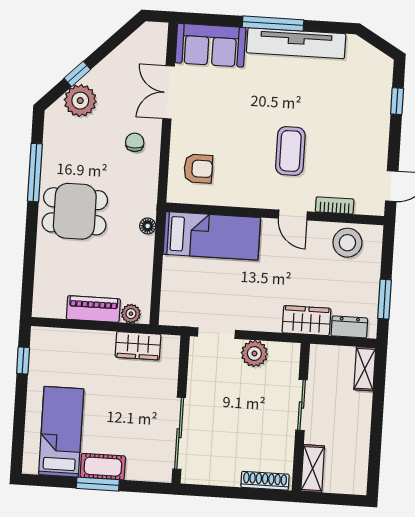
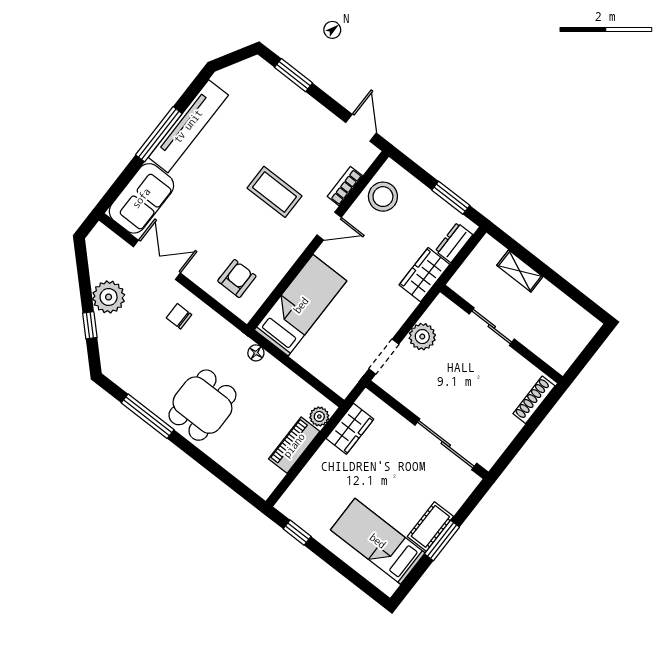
double door: (169, 92) -> (157, 260), swing flipped
plant: (80, 101) -> (109, 297), moved
window: (397, 101) -> (293, 75), width x1.50
shelving: (365, 369) -> (520, 271), moved
shelving: (313, 469) -> (551, 353), removed

